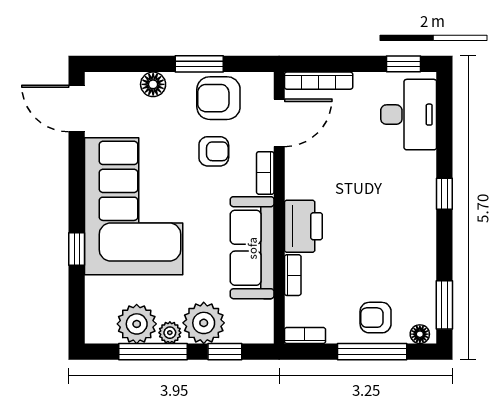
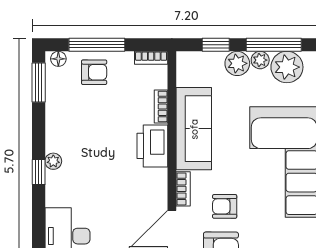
plant: (426, 207) -> (53, 161), added
plant: (204, 323) -> (237, 63), width x0.73, depth x0.73

